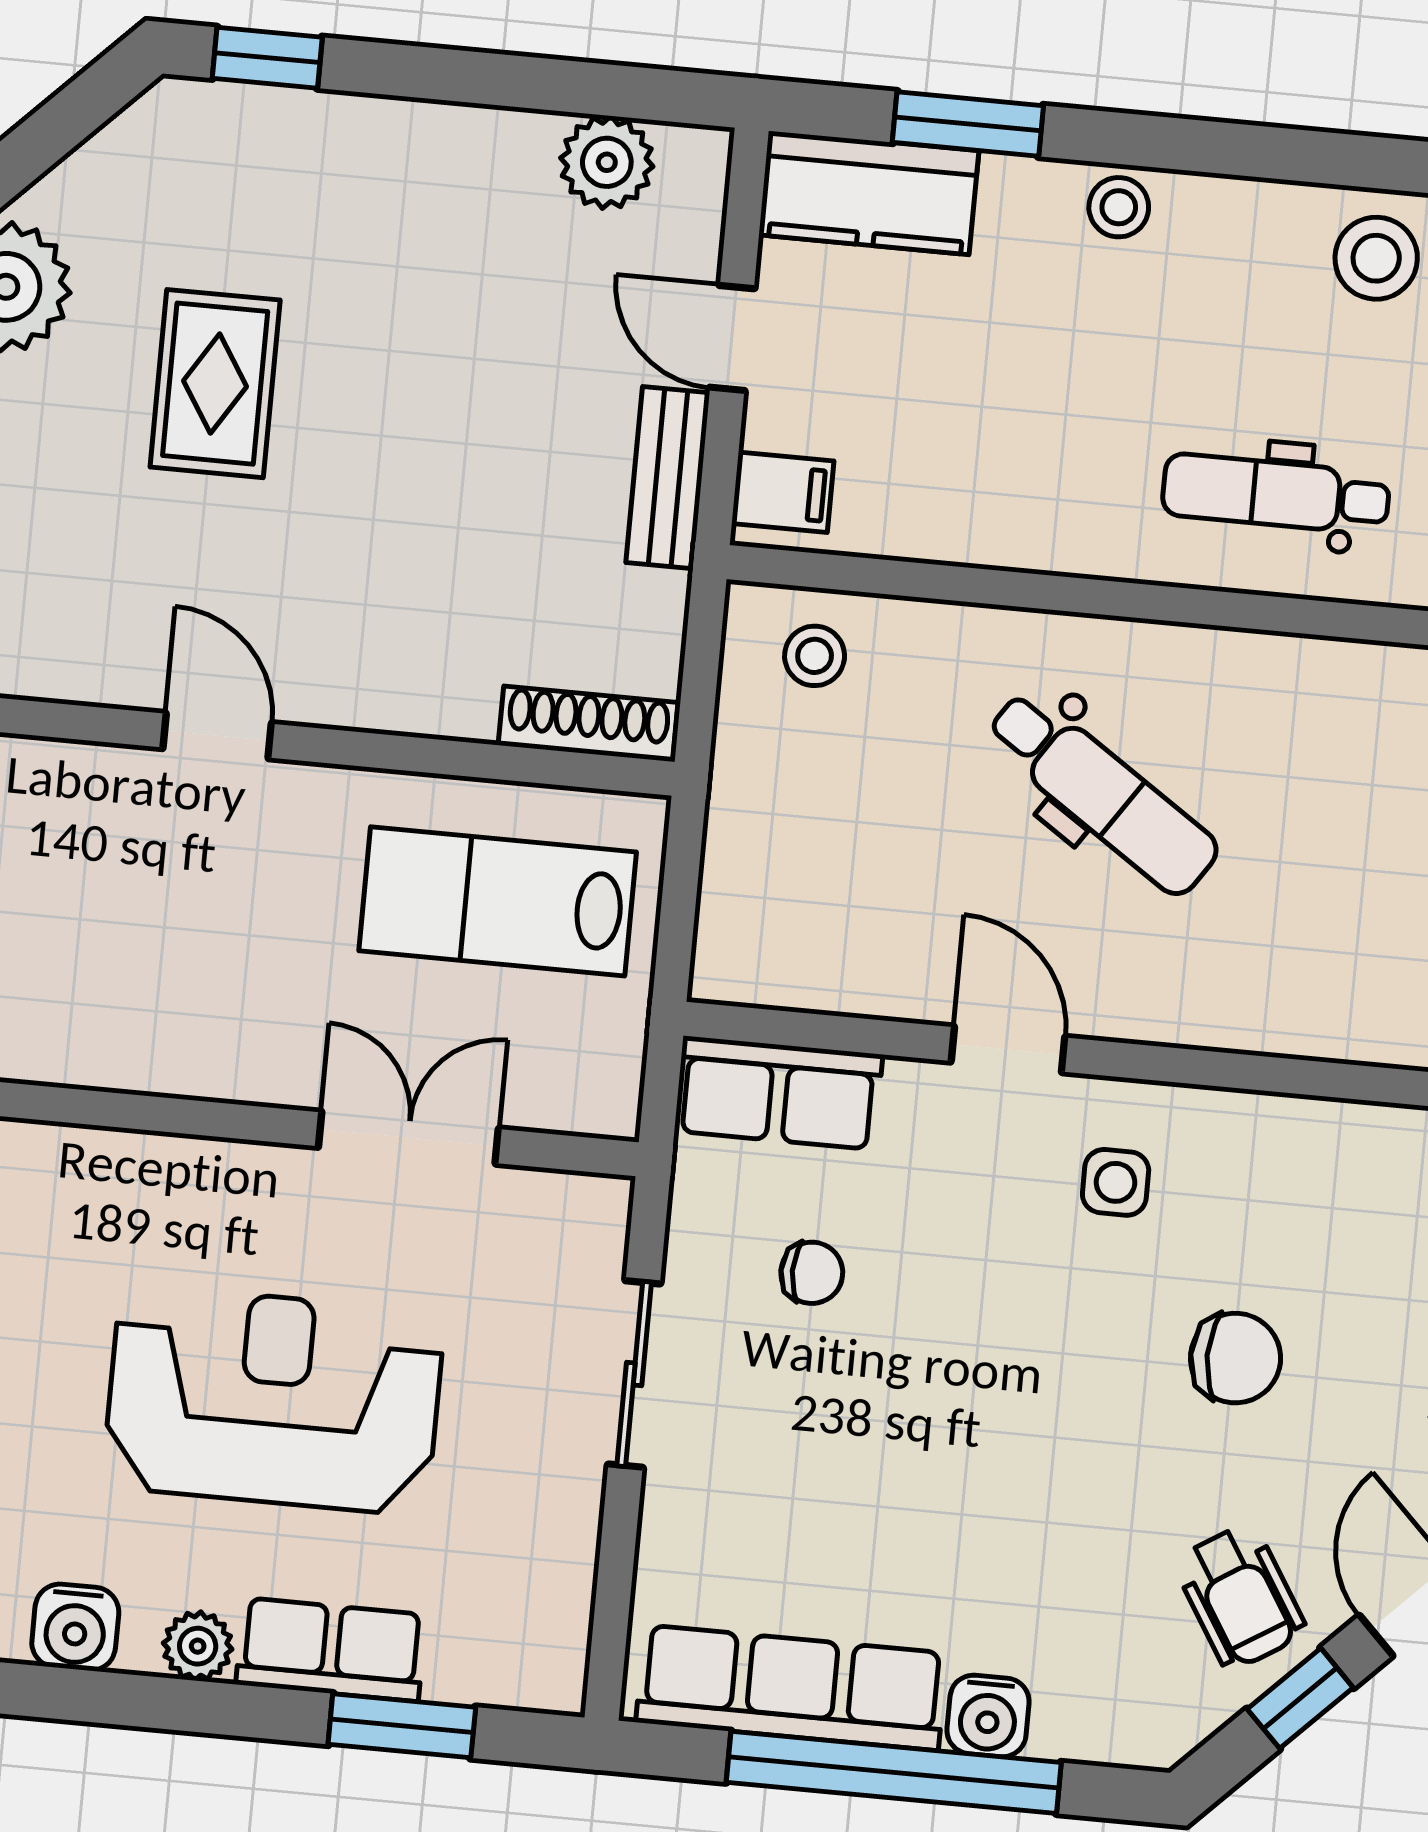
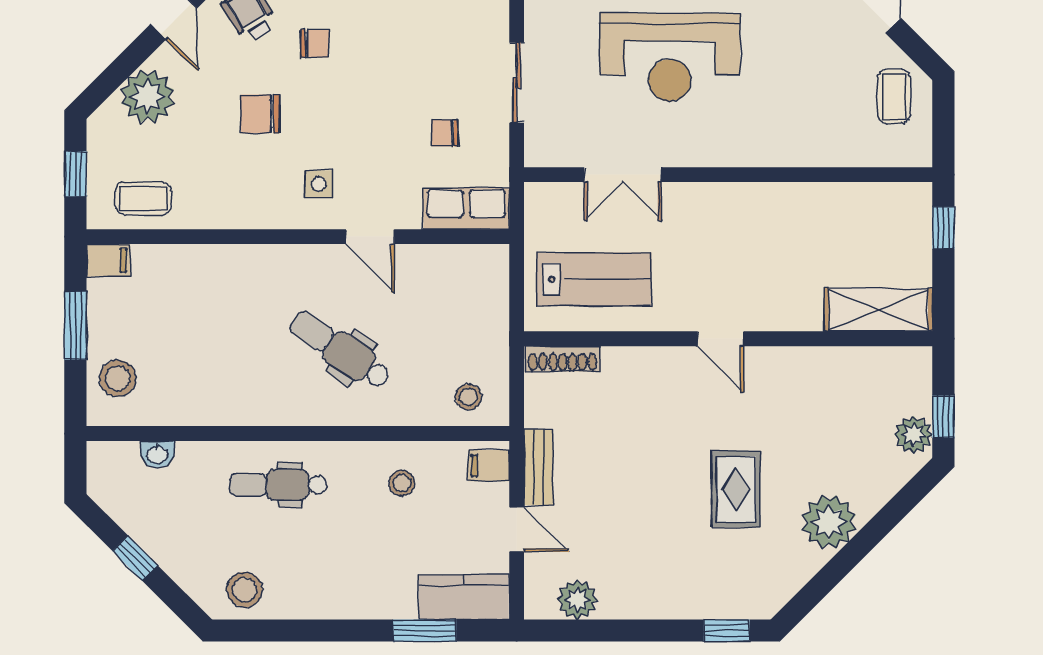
stool: (1119, 207) -> (402, 483), moved
dental chair: (1276, 494) -> (278, 485), turned 180
chair: (1094, 1510) -> (315, 43), added

